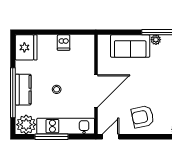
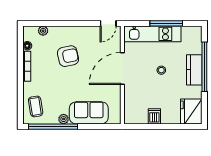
armchair: (143, 117) -> (68, 56), moved
plant: (26, 125) -> (191, 35), removed

